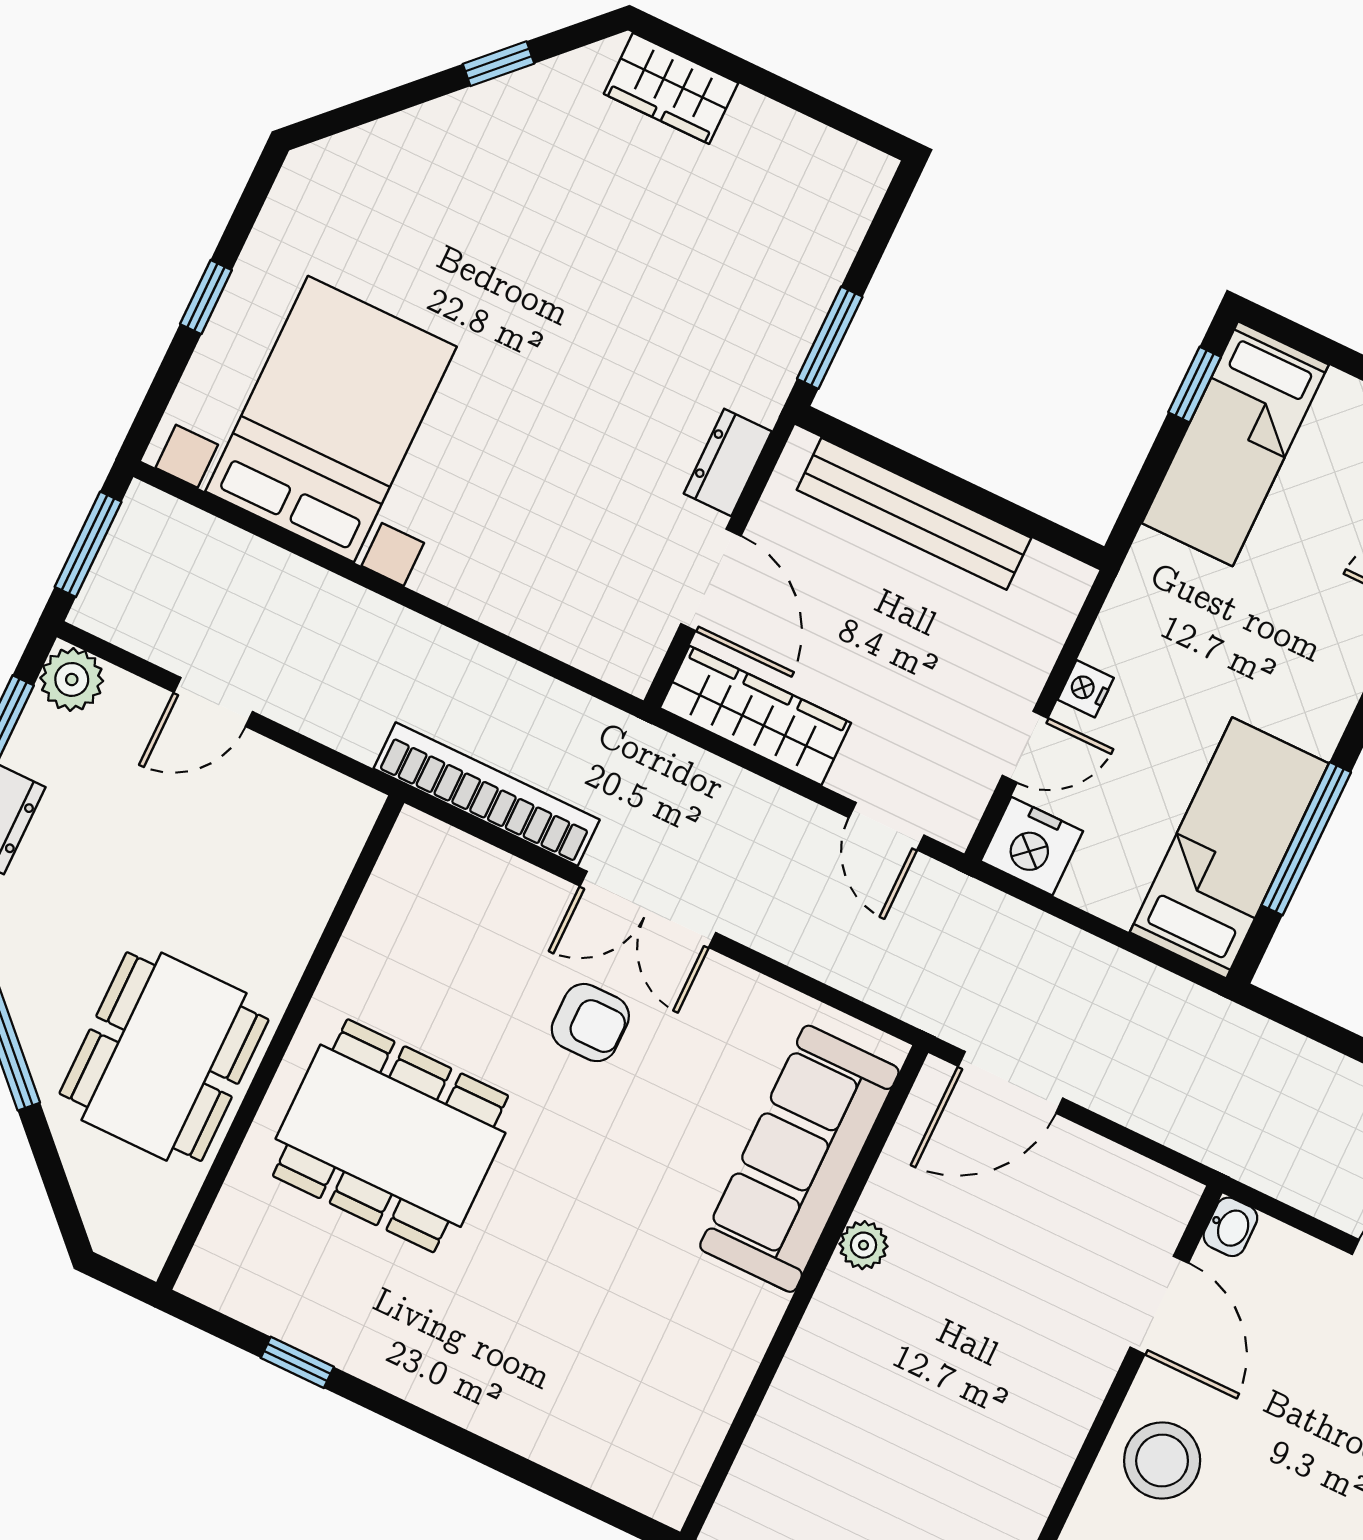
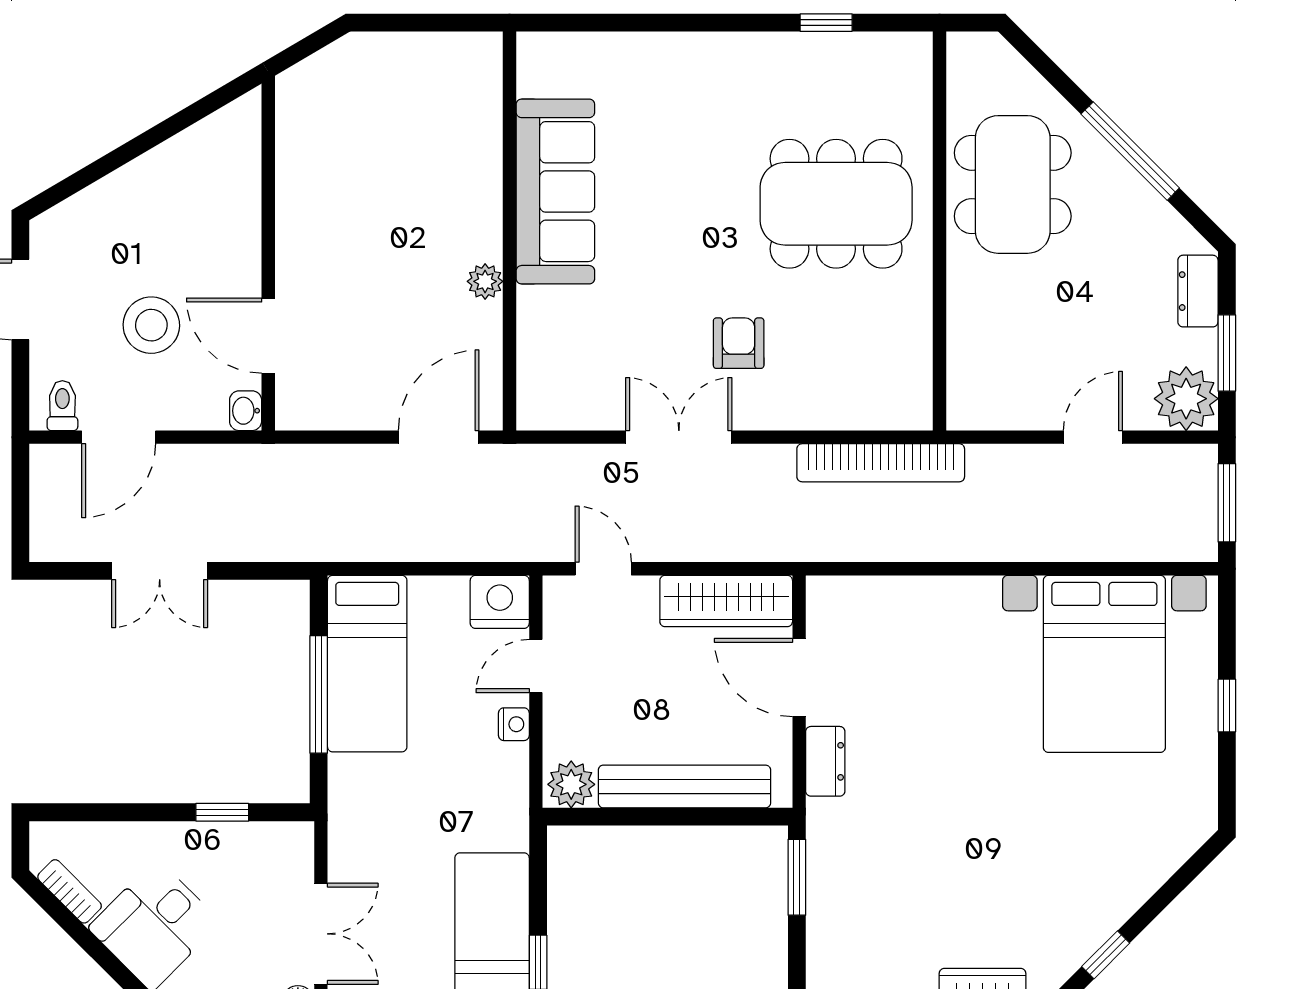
plant: (1051, 582) -> (571, 784), added
plant: (72, 679) -> (1186, 399), width x1.36, depth x1.36
double door: (648, 909) -> (679, 437), moved
armchair: (590, 1023) -> (739, 343), turned 90
sofa: (799, 1159) -> (555, 192), moved
stool: (1162, 1461) -> (151, 325), moved

